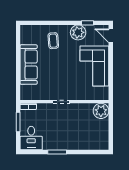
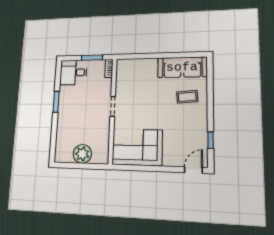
plant: (78, 32) -> (198, 128), removed
sofa: (29, 65) -> (182, 67), moved
corner sofa: (94, 66) -> (137, 147), moved
plant: (101, 111) -> (82, 154), moved

